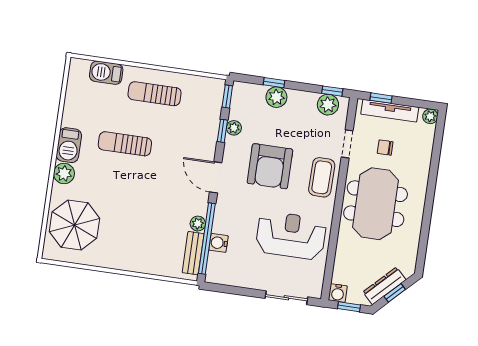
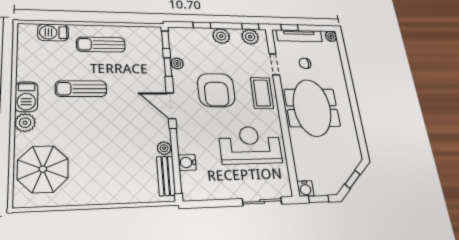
plant: (276, 97) -> (221, 36), moved
dresser: (384, 286) -> (342, 175), removed

